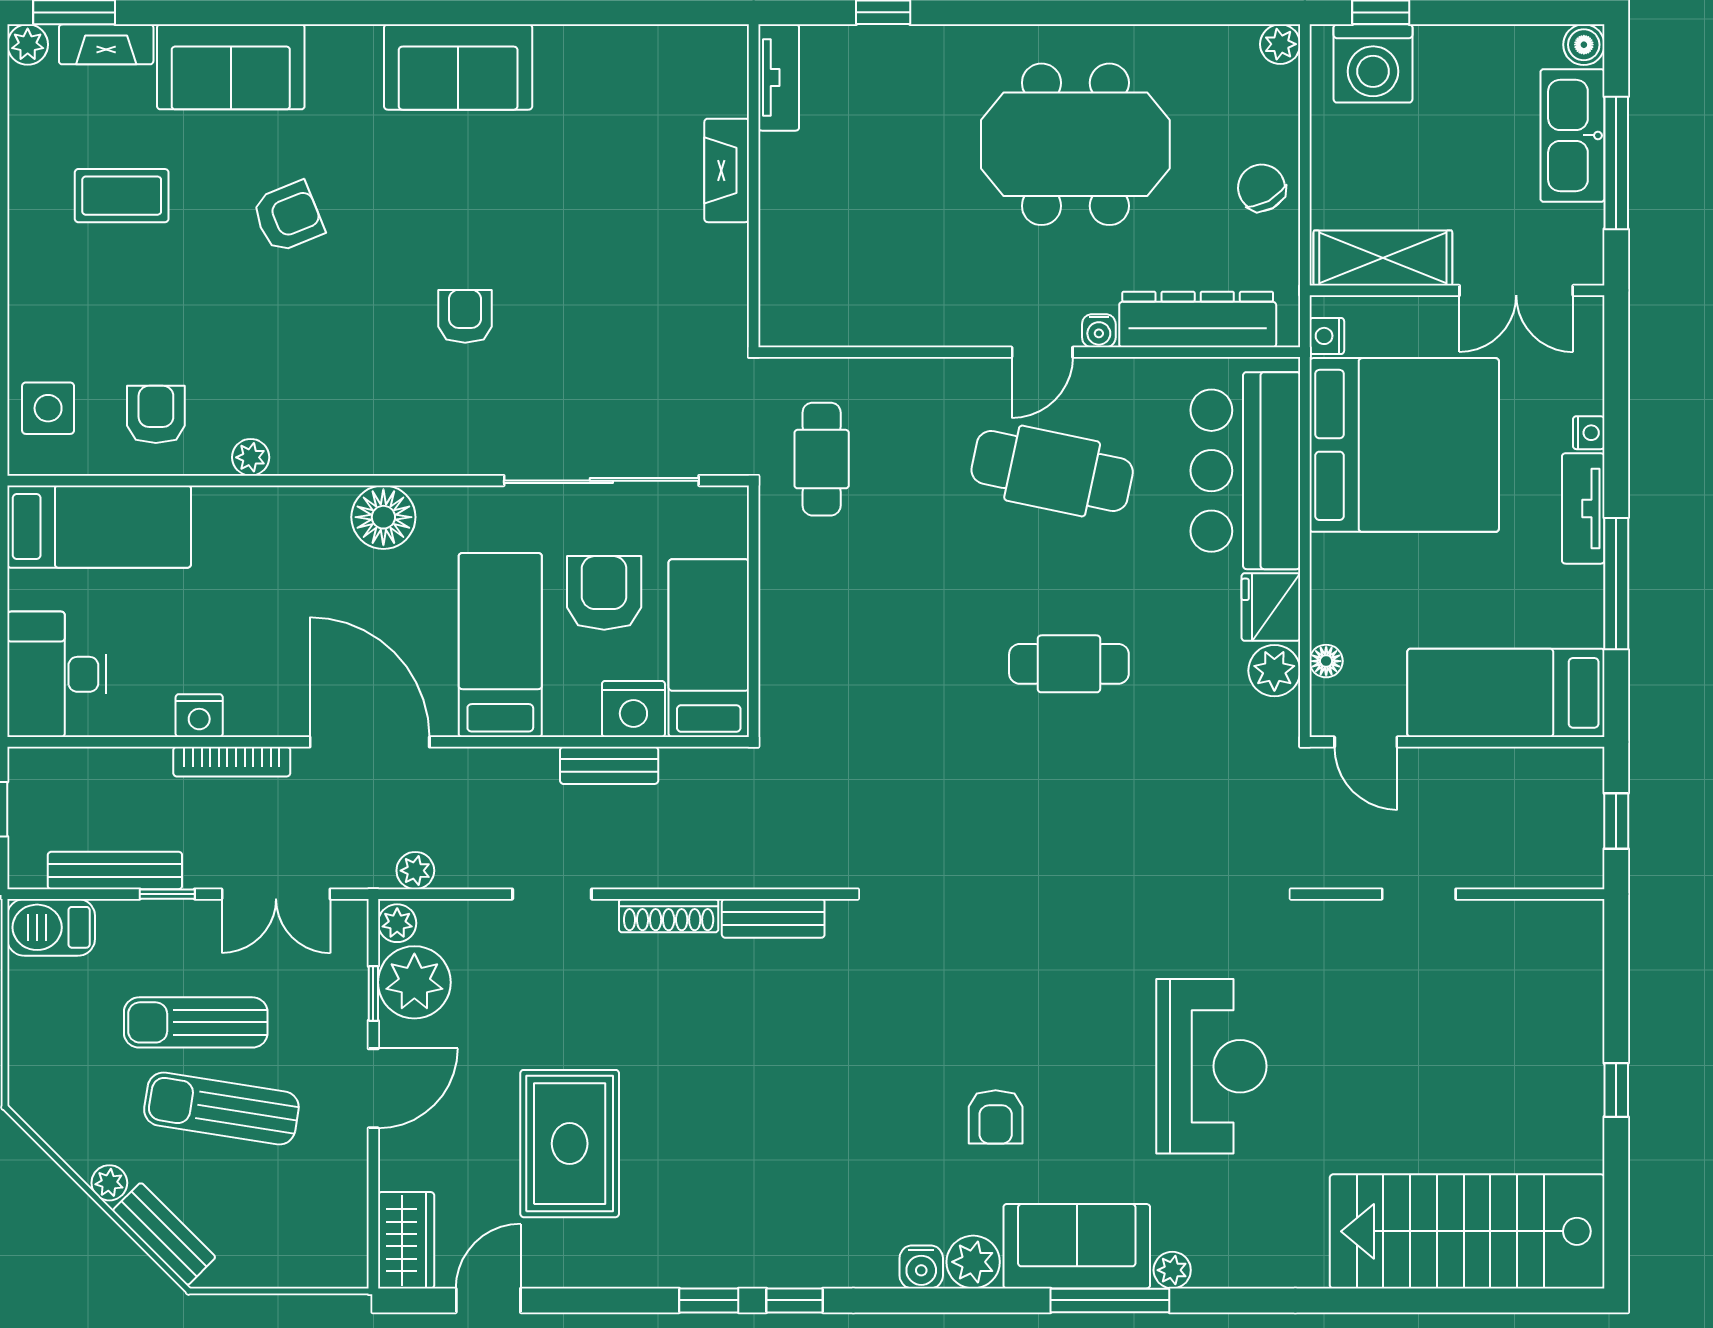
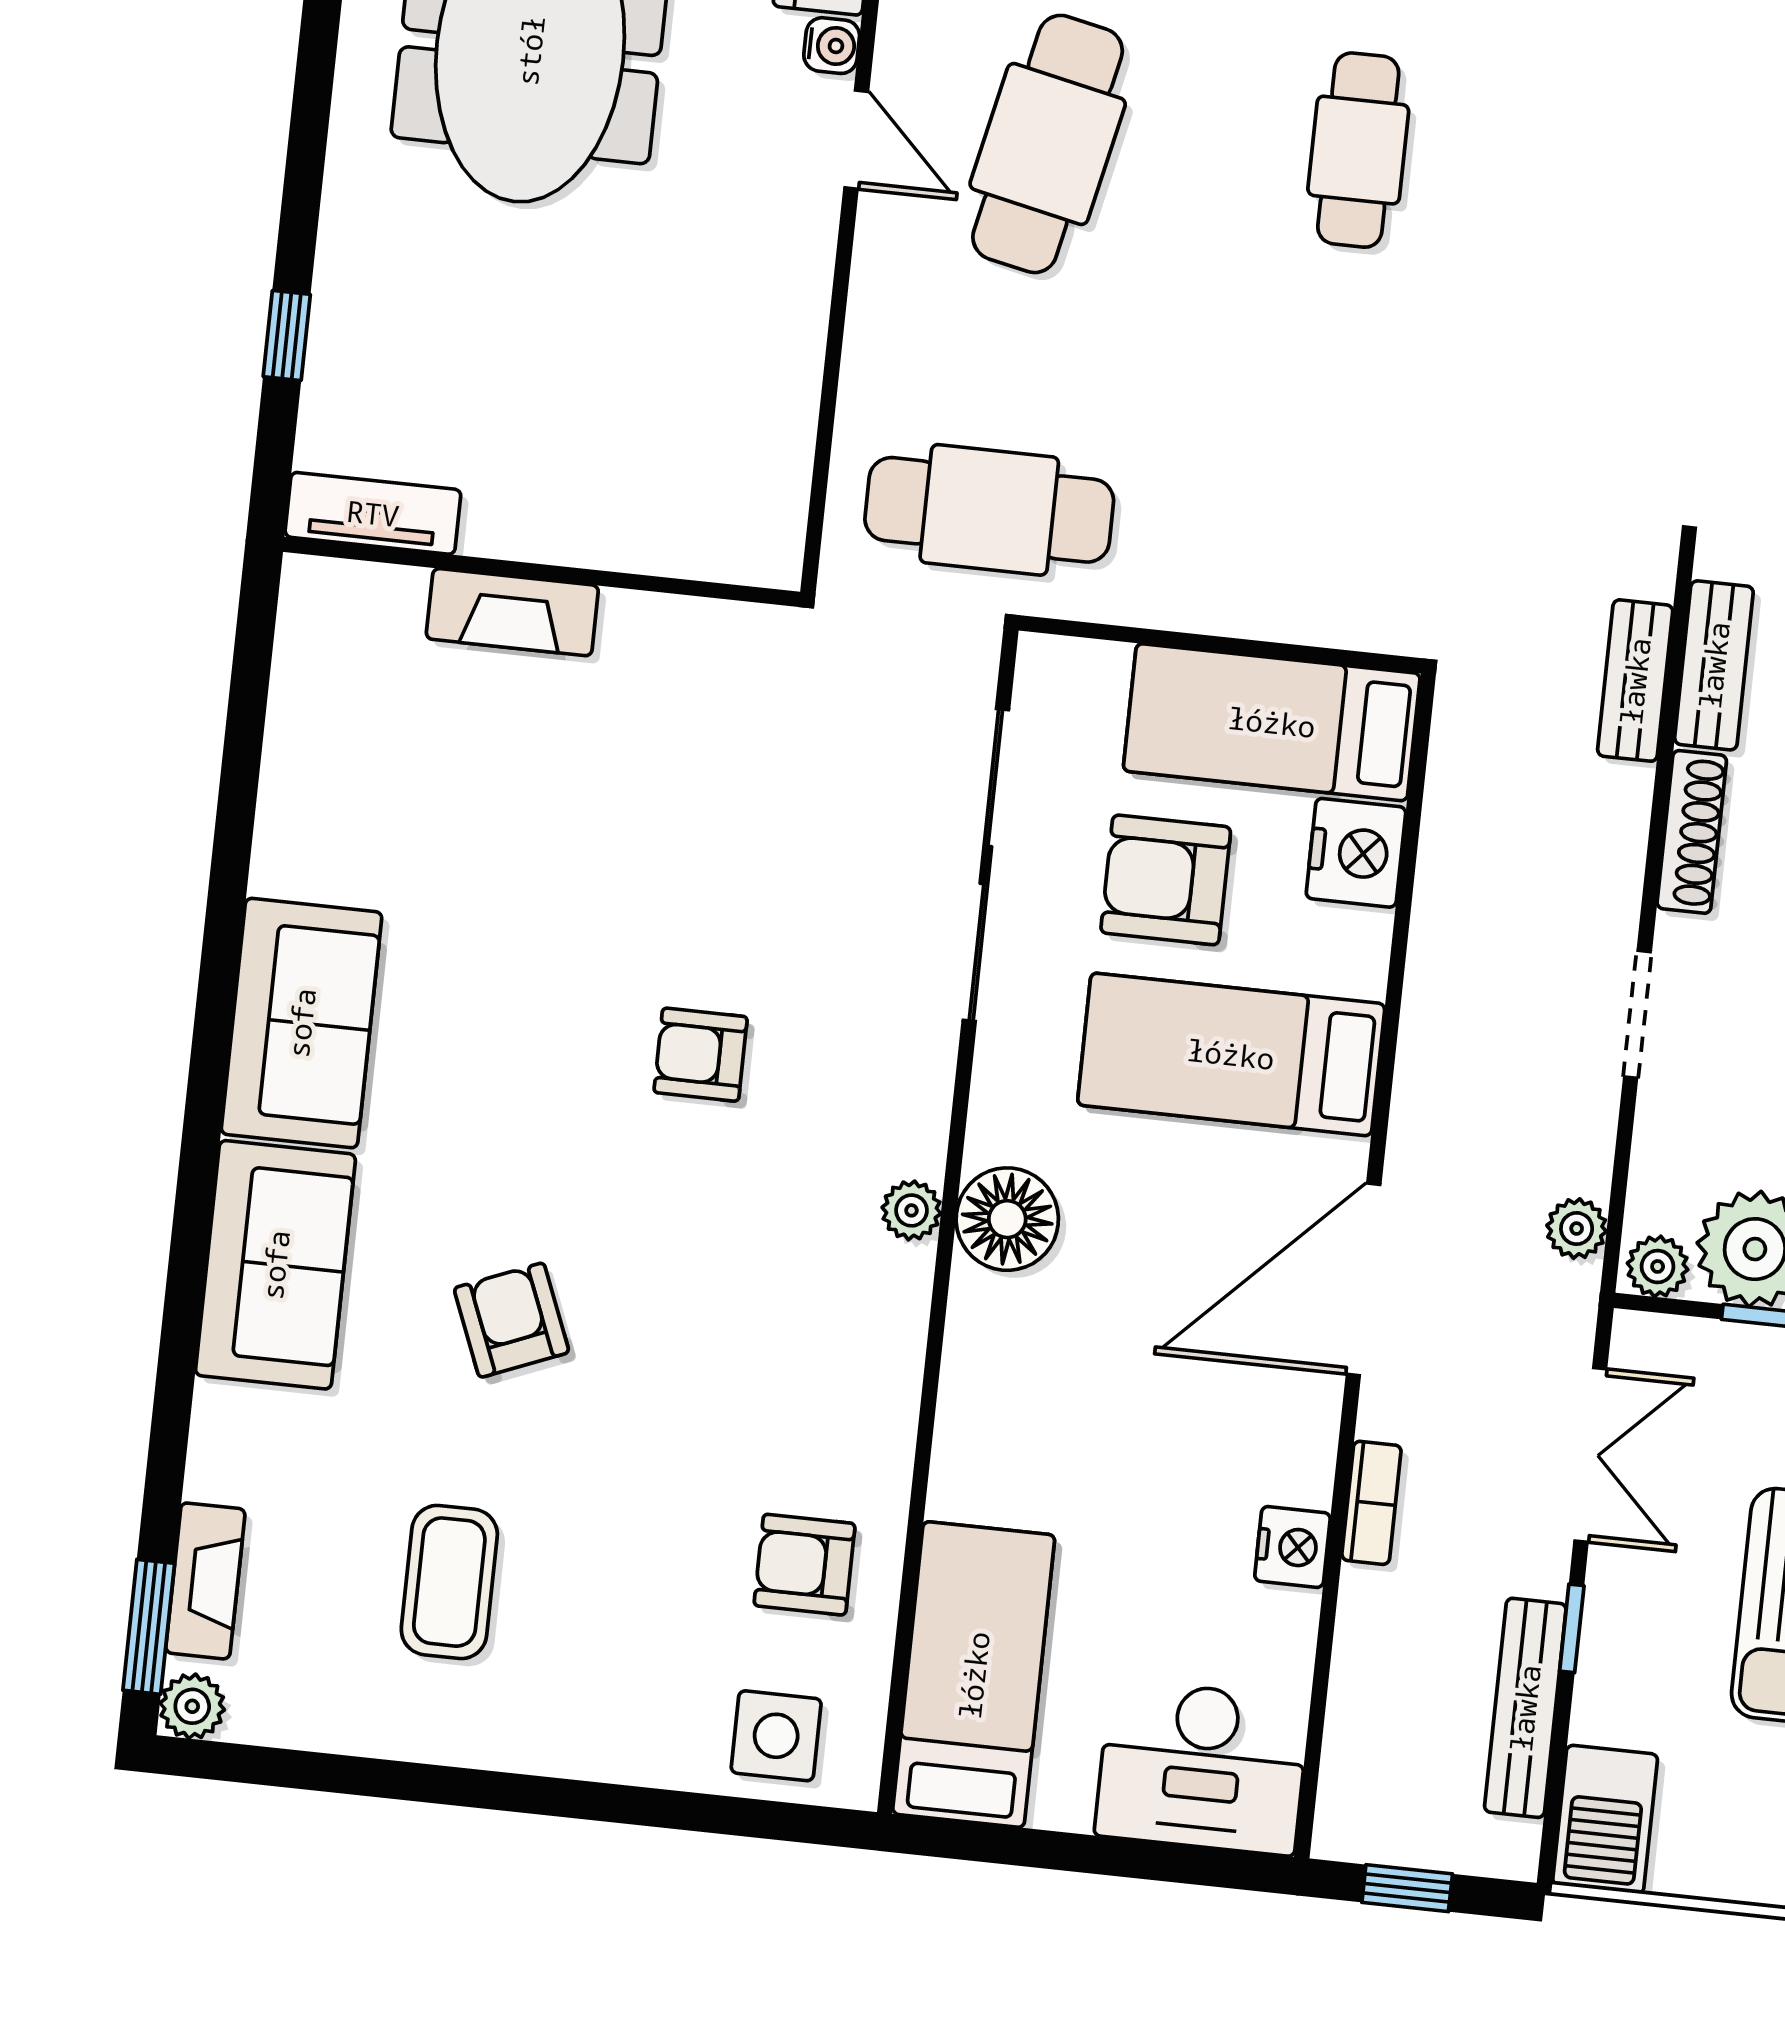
sofa: (231, 67) -> (275, 1265), moved
plant: (251, 457) -> (911, 1210), moved
cafe table: (822, 459) -> (989, 510), width x1.37, depth x1.35
bookcase: (232, 762) -> (1371, 1503), width x0.64
bench: (609, 765) -> (1635, 681), moved

